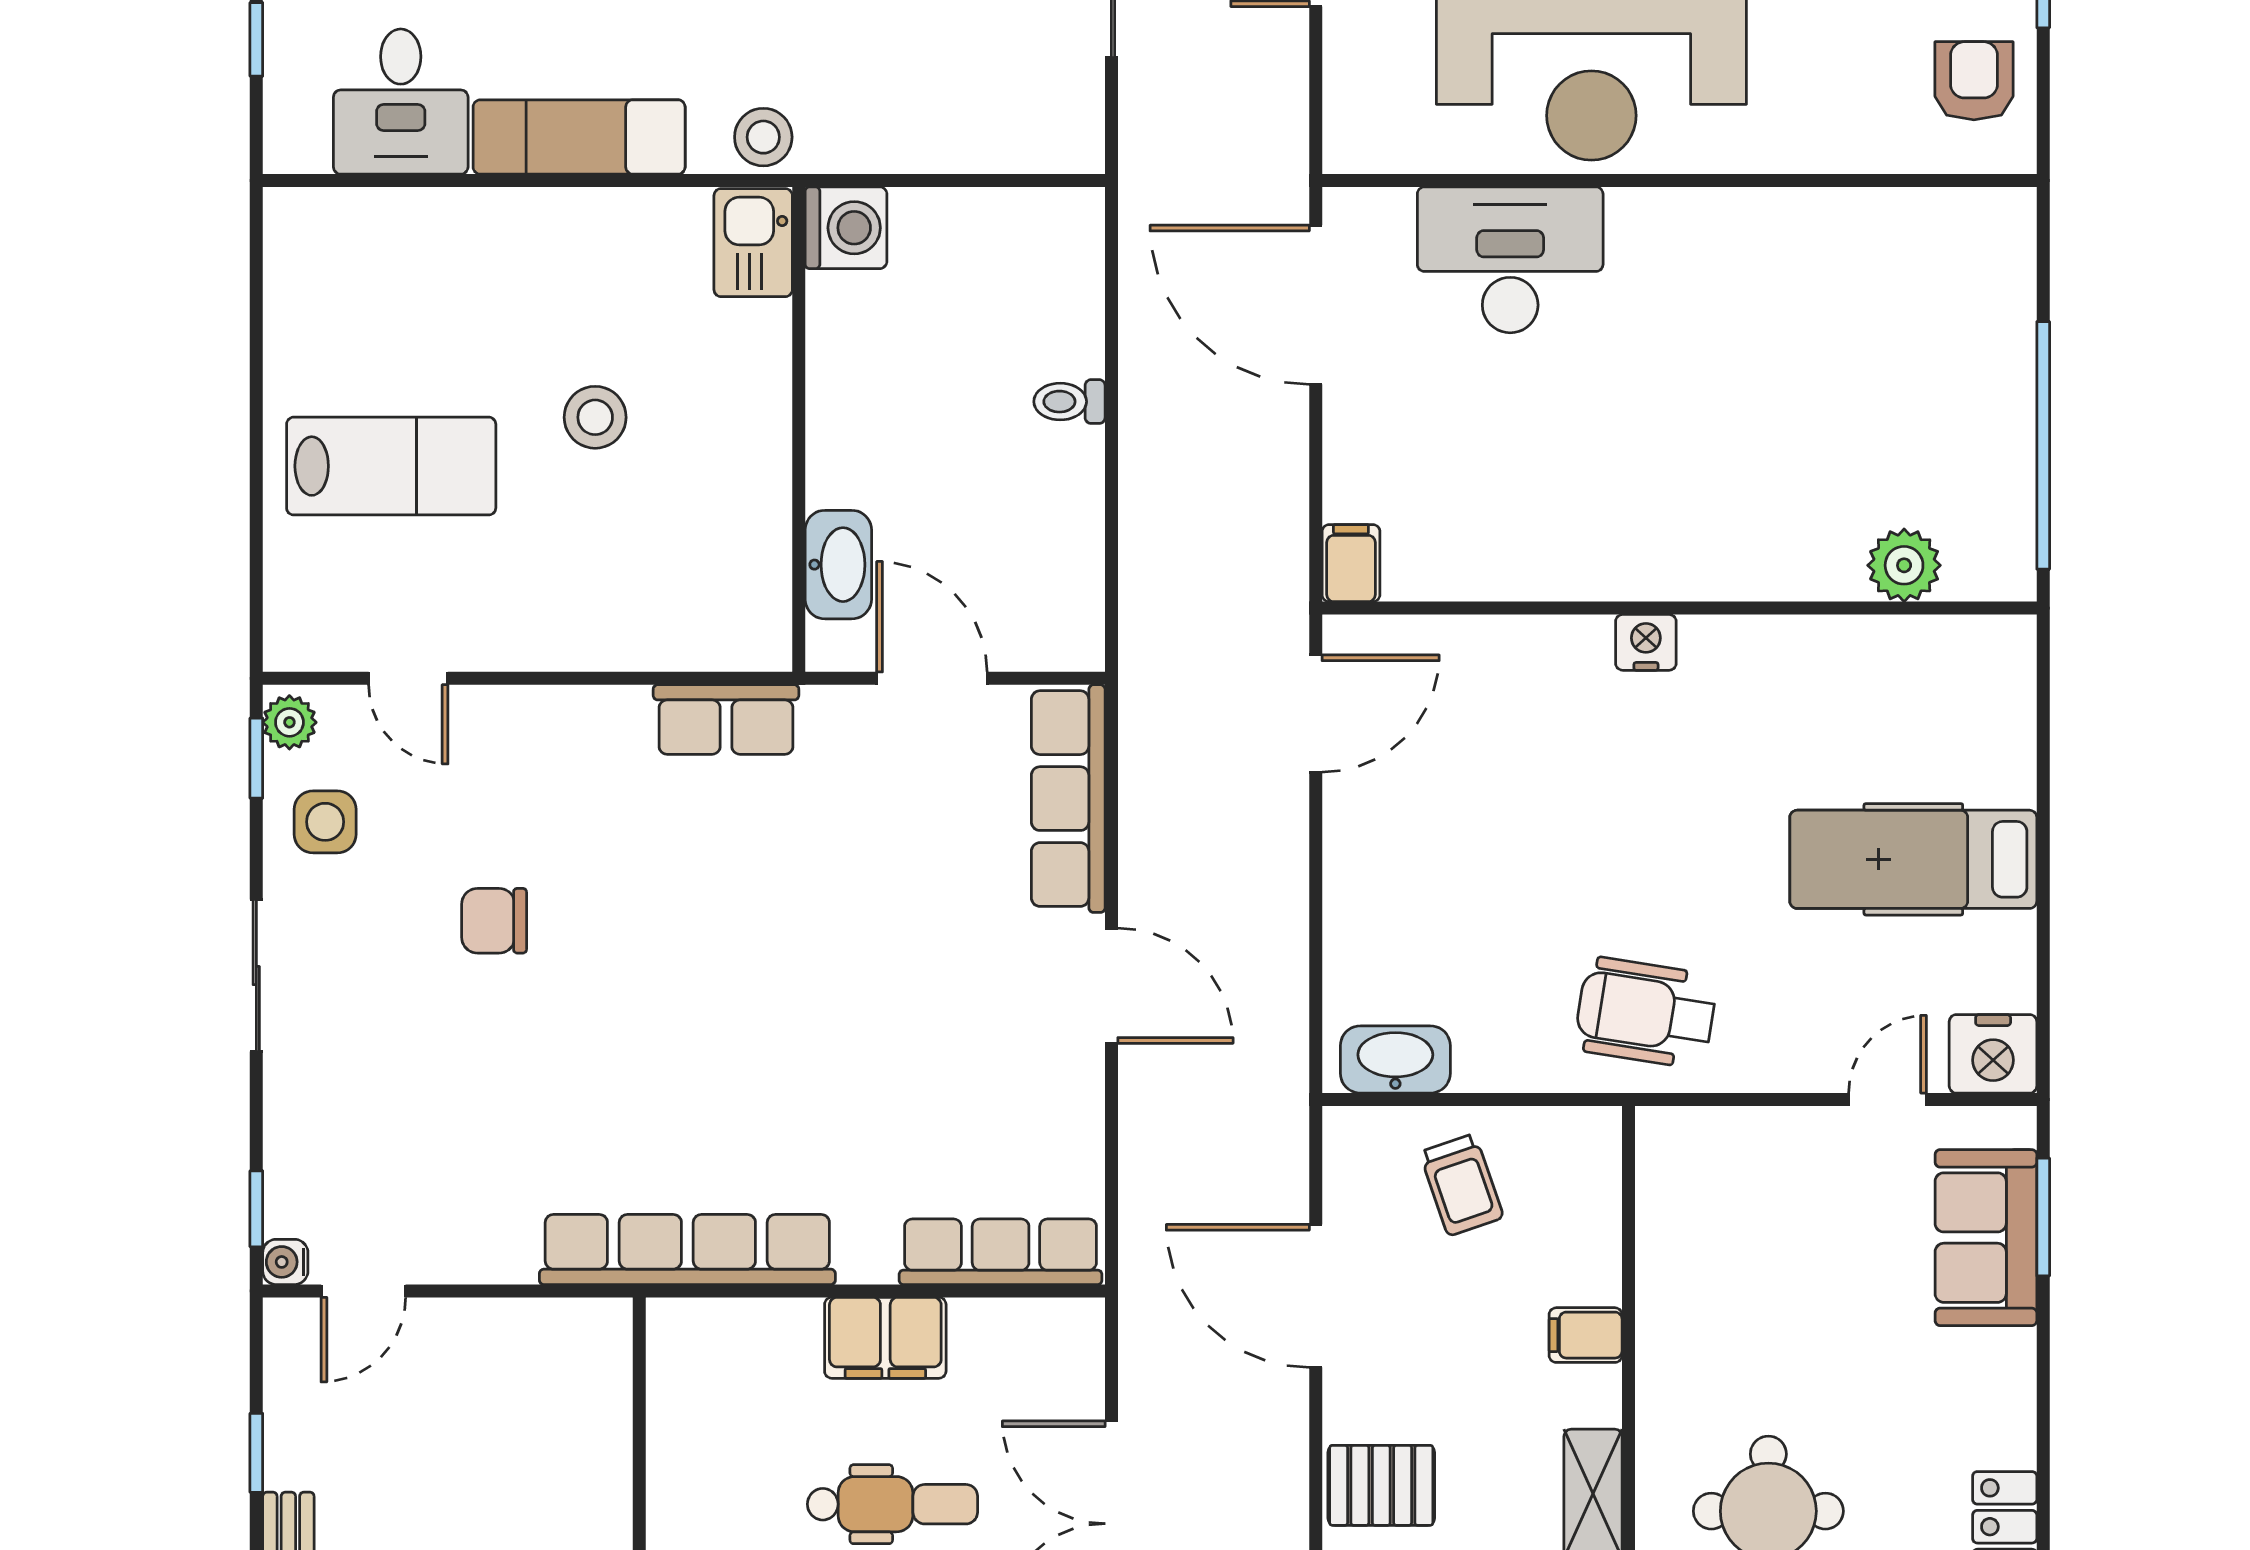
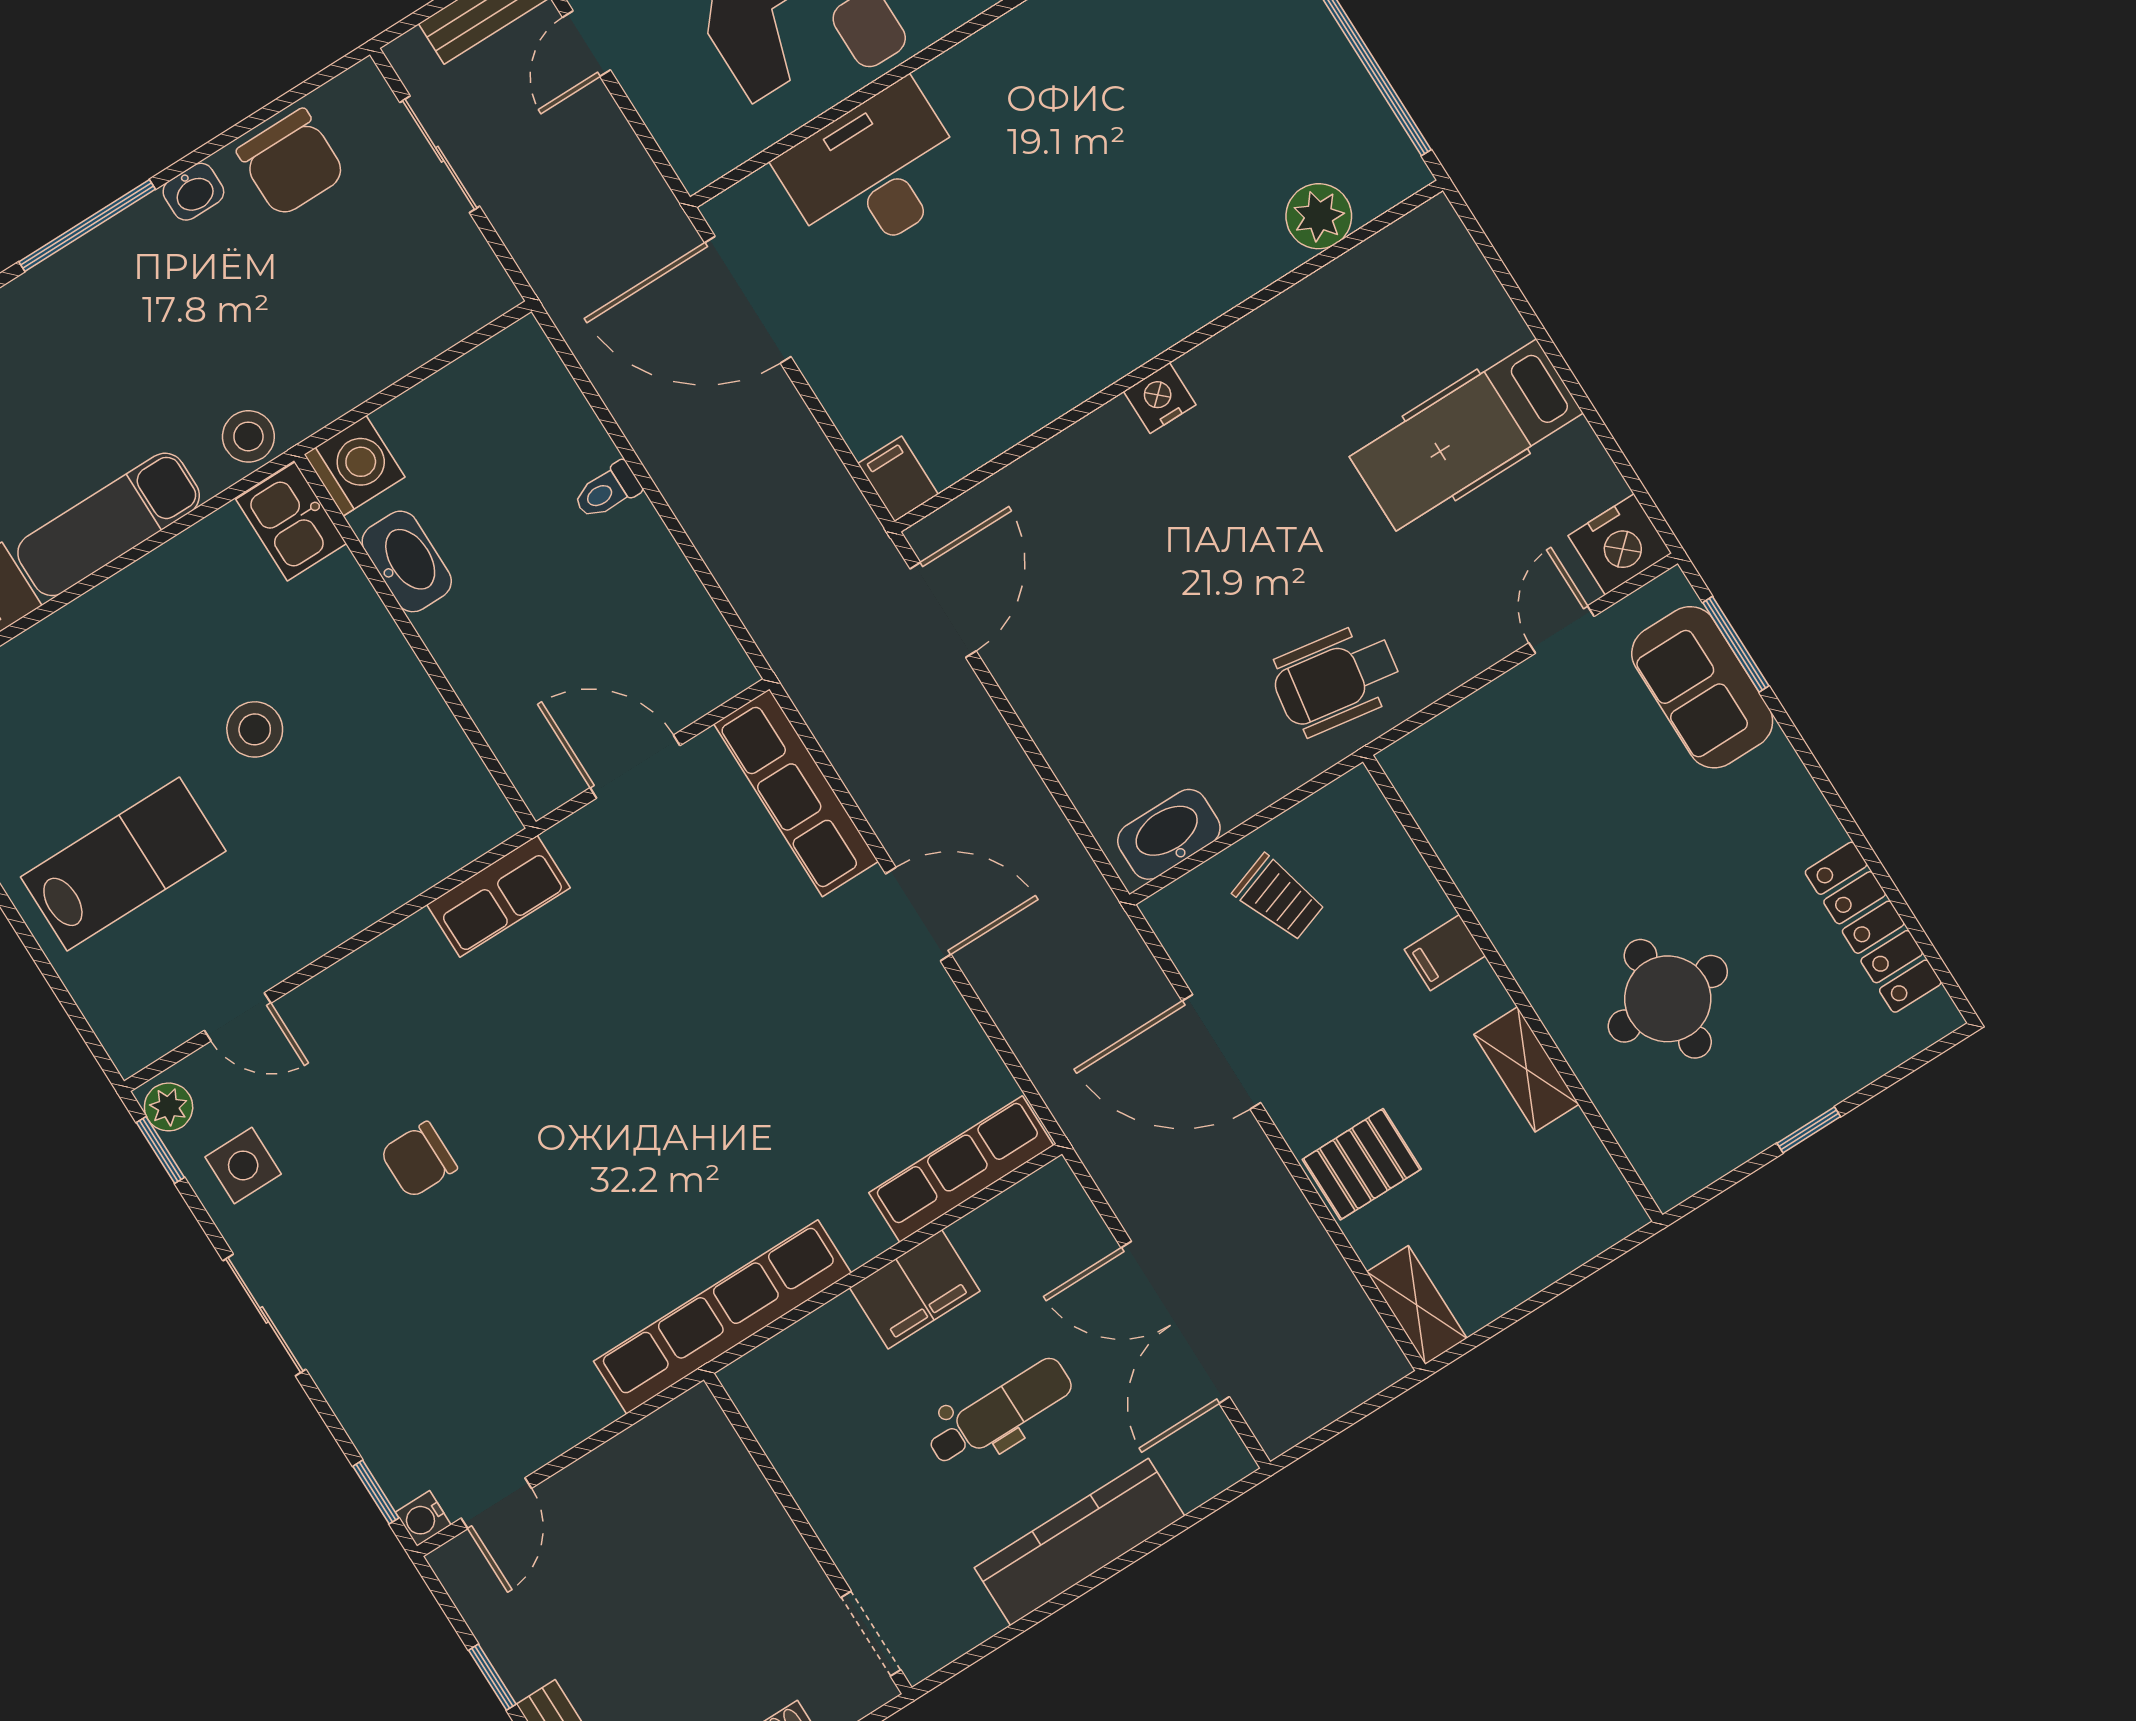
washbasin: (838, 565) -> (407, 561), moved

